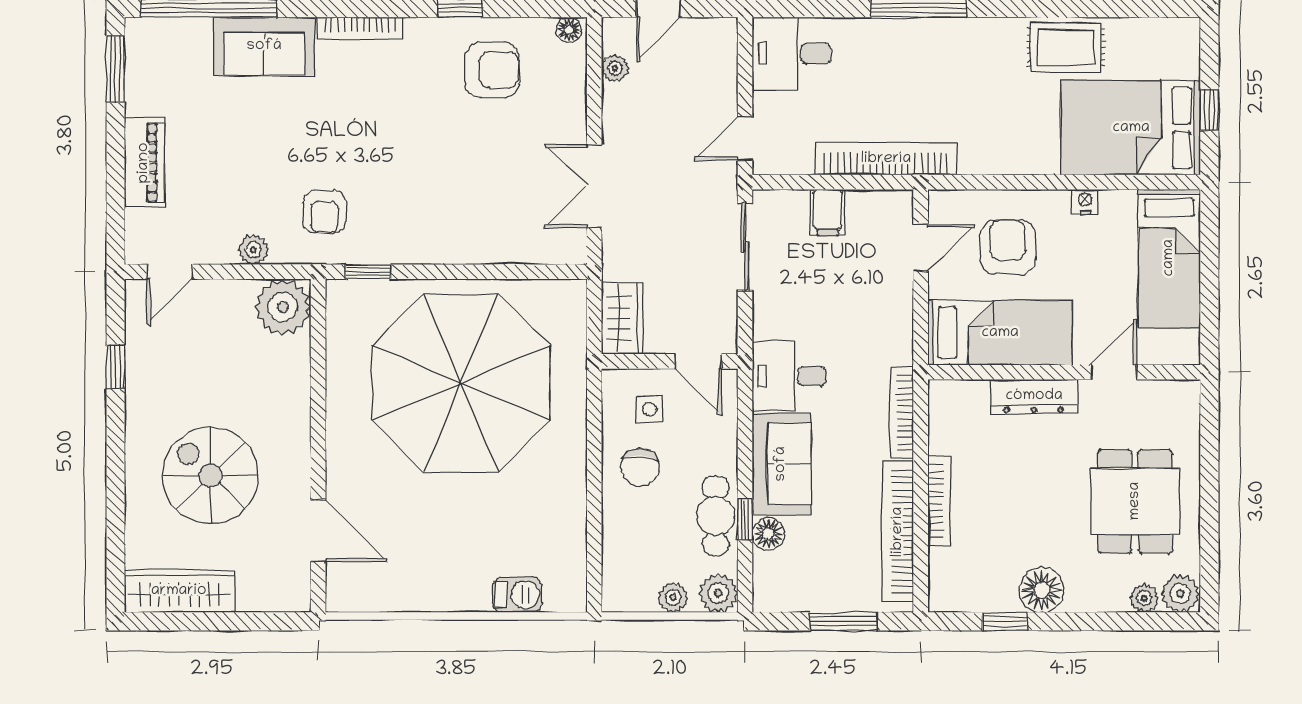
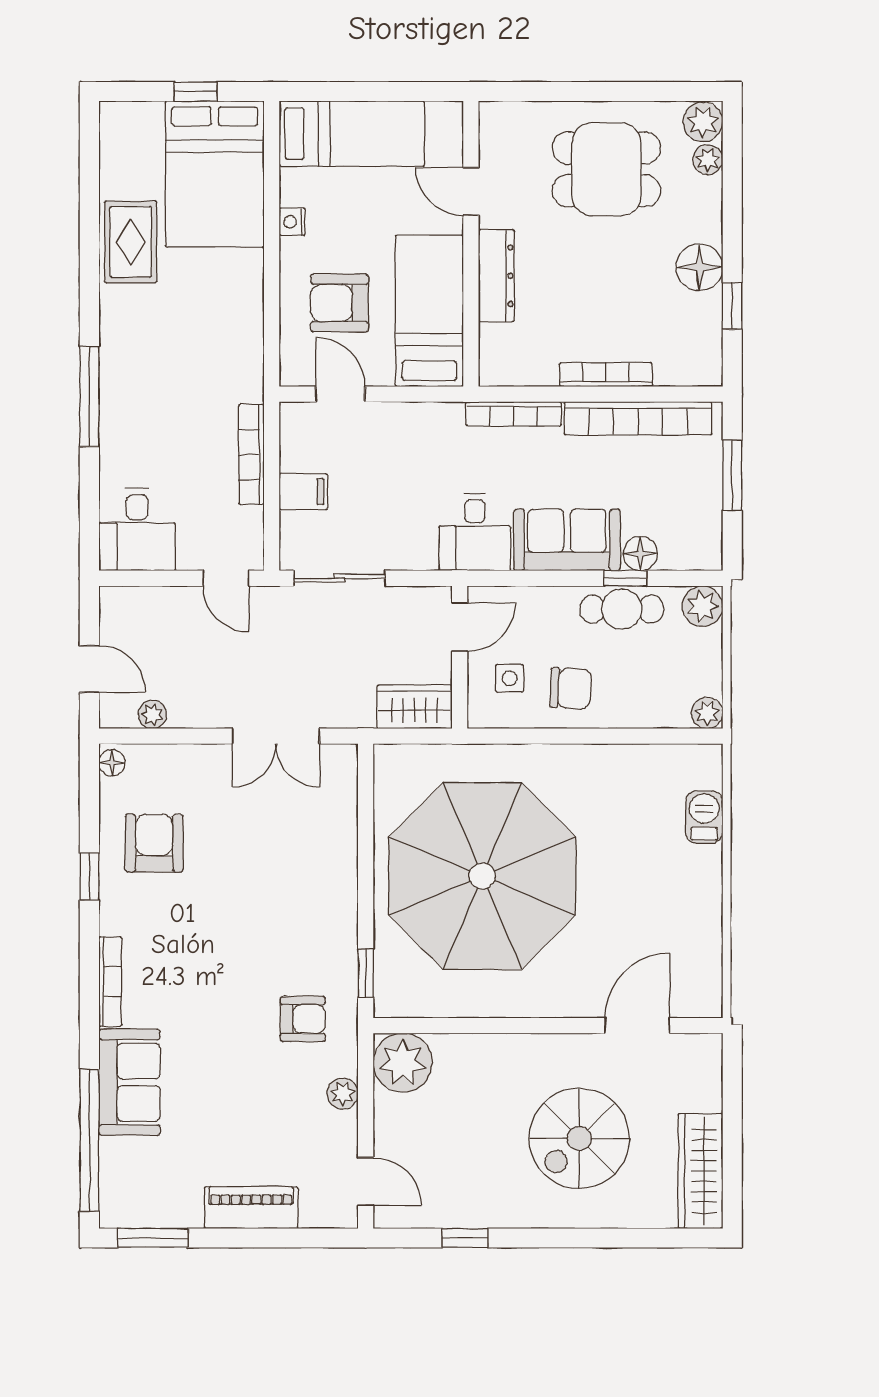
bookcase: (886, 159) -> (251, 454), width x0.68, depth x0.76
plant: (673, 598) -> (707, 713), moved

